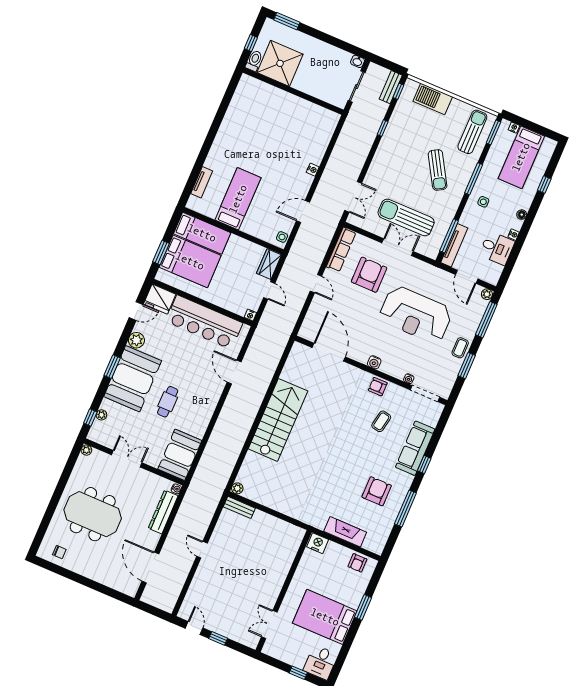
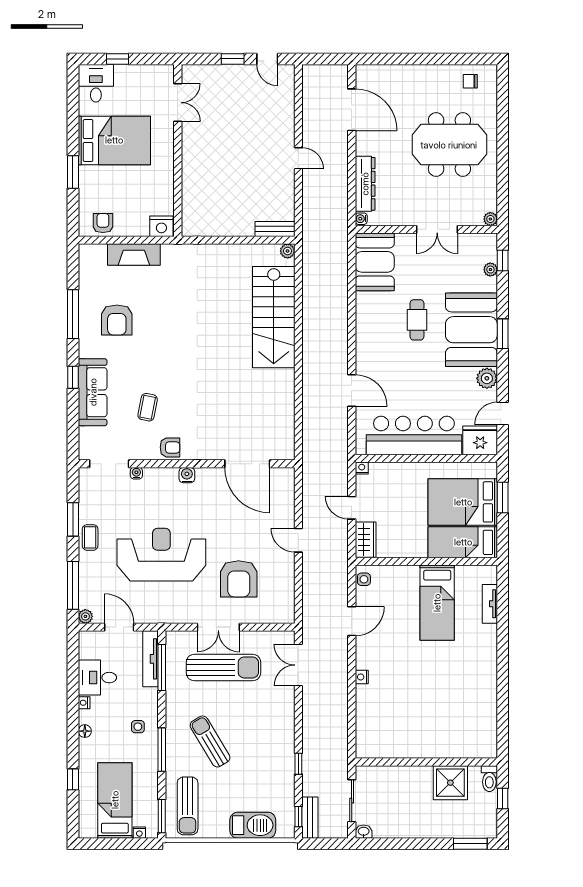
shower: (280, 63) -> (450, 783), width x0.73, depth x0.73
row of seats: (341, 250) -> (286, 595), removed
stairs: (278, 420) -> (274, 317), moved

